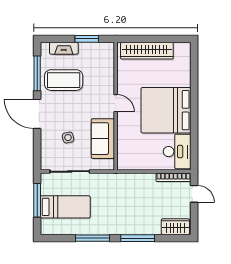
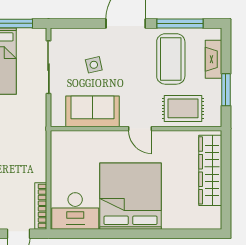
rug: (101, 71) -> (183, 108), added
door: (116, 103) -> (140, 129), hinge flipped

